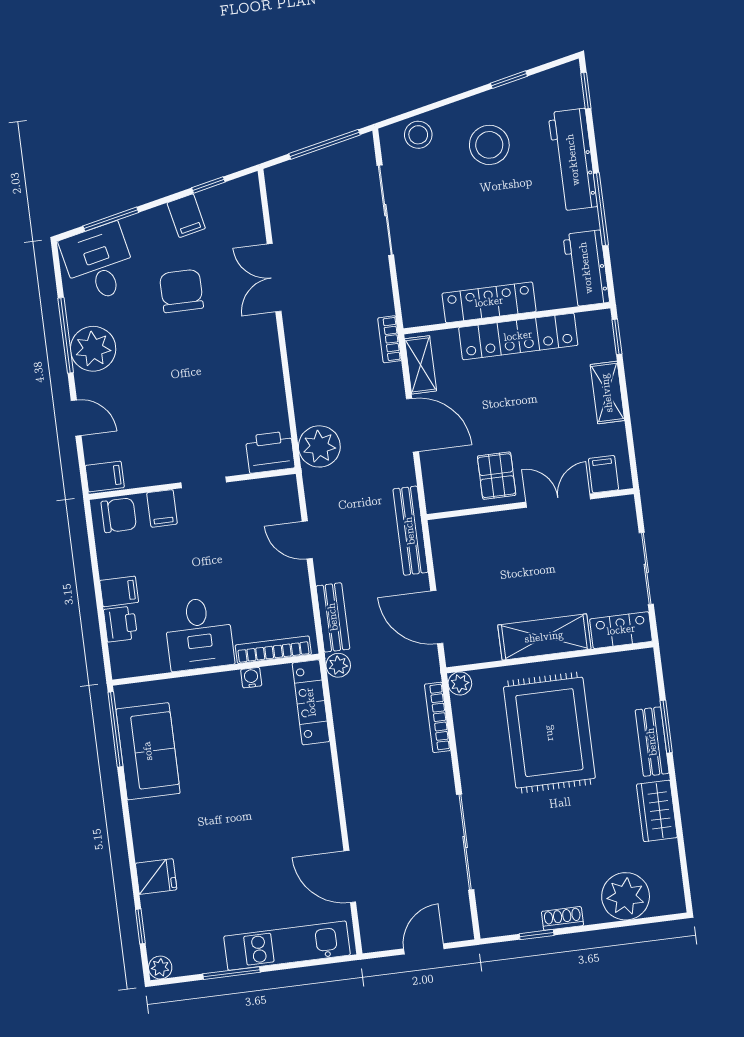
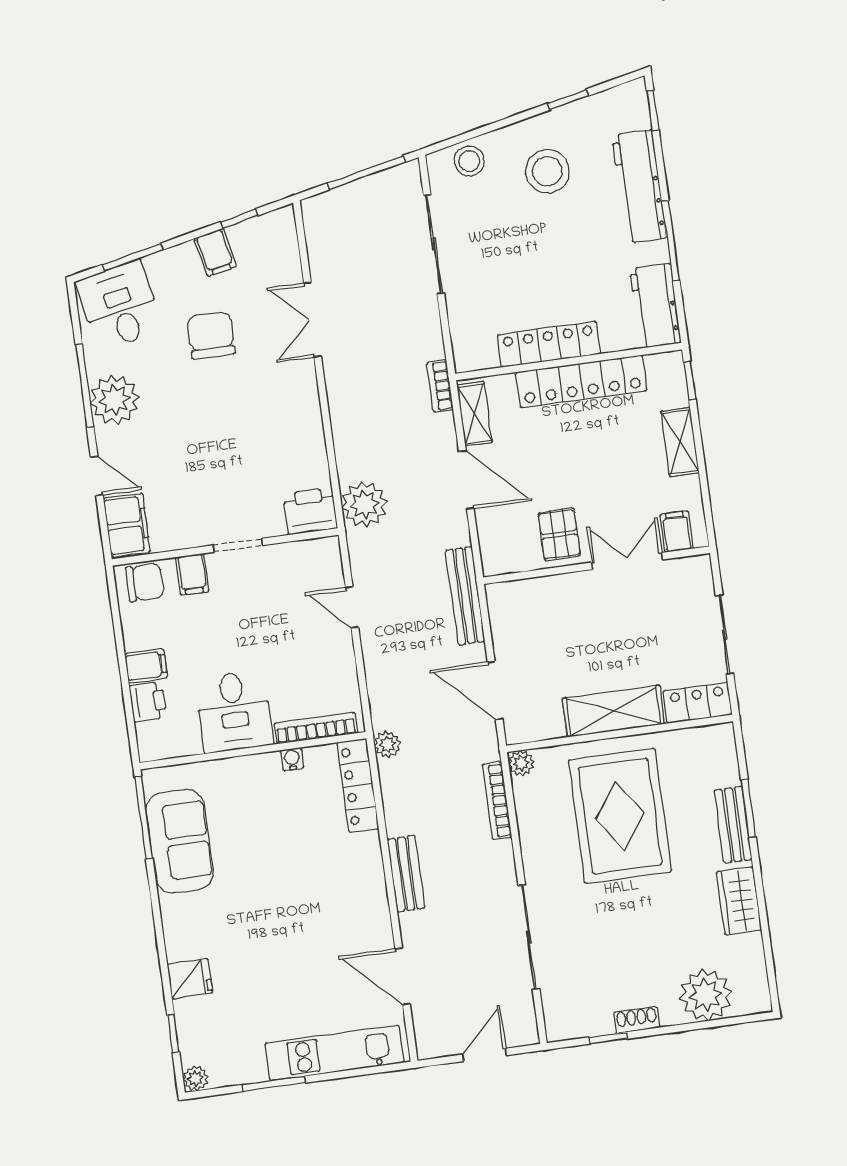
filing cabinet: (105, 477) -> (127, 525), width x2.00
bench: (333, 617) -> (406, 874), moved

